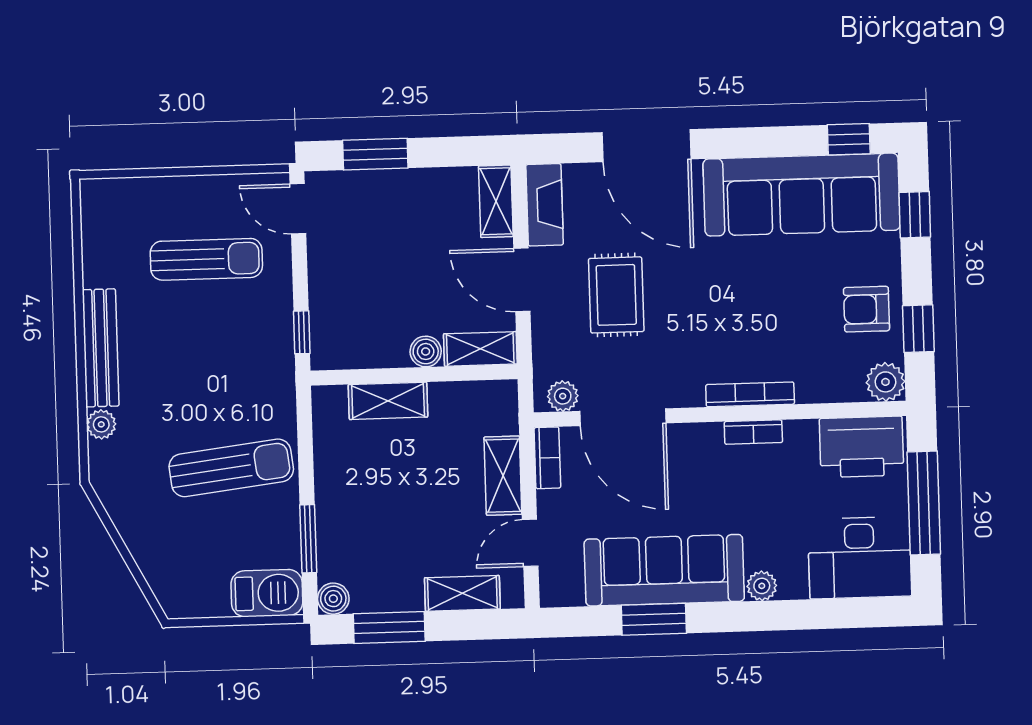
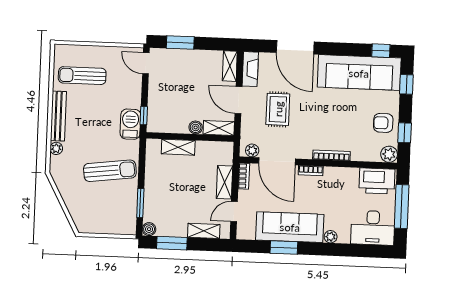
sun lounger: (206, 259) -> (82, 76), moved, turned 180
bookcase: (753, 432) -> (311, 171), moved
barbecue: (267, 593) -> (130, 124), moved, turned -90

